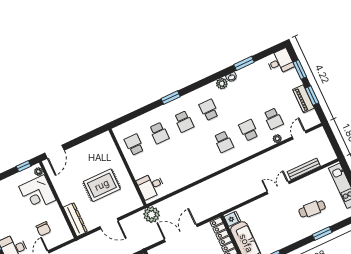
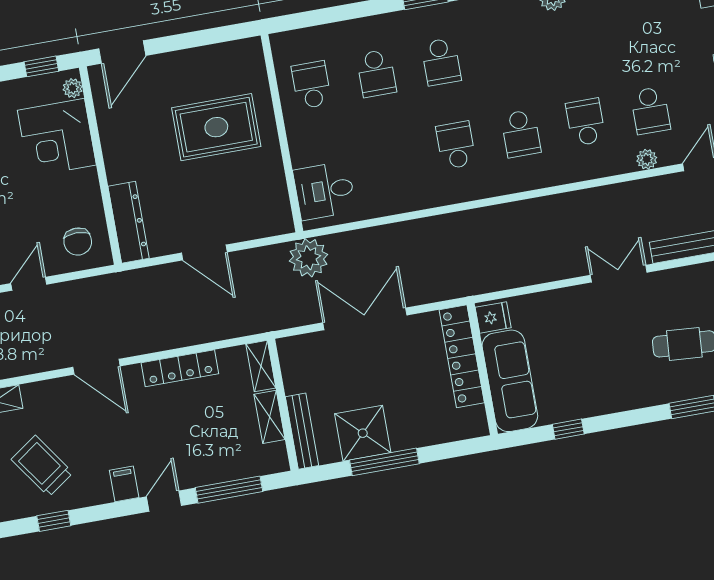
school desk: (209, 110) -> (456, 145), moved
rug: (102, 185) -> (216, 127), moved
chair: (43, 229) -> (78, 242), moved

